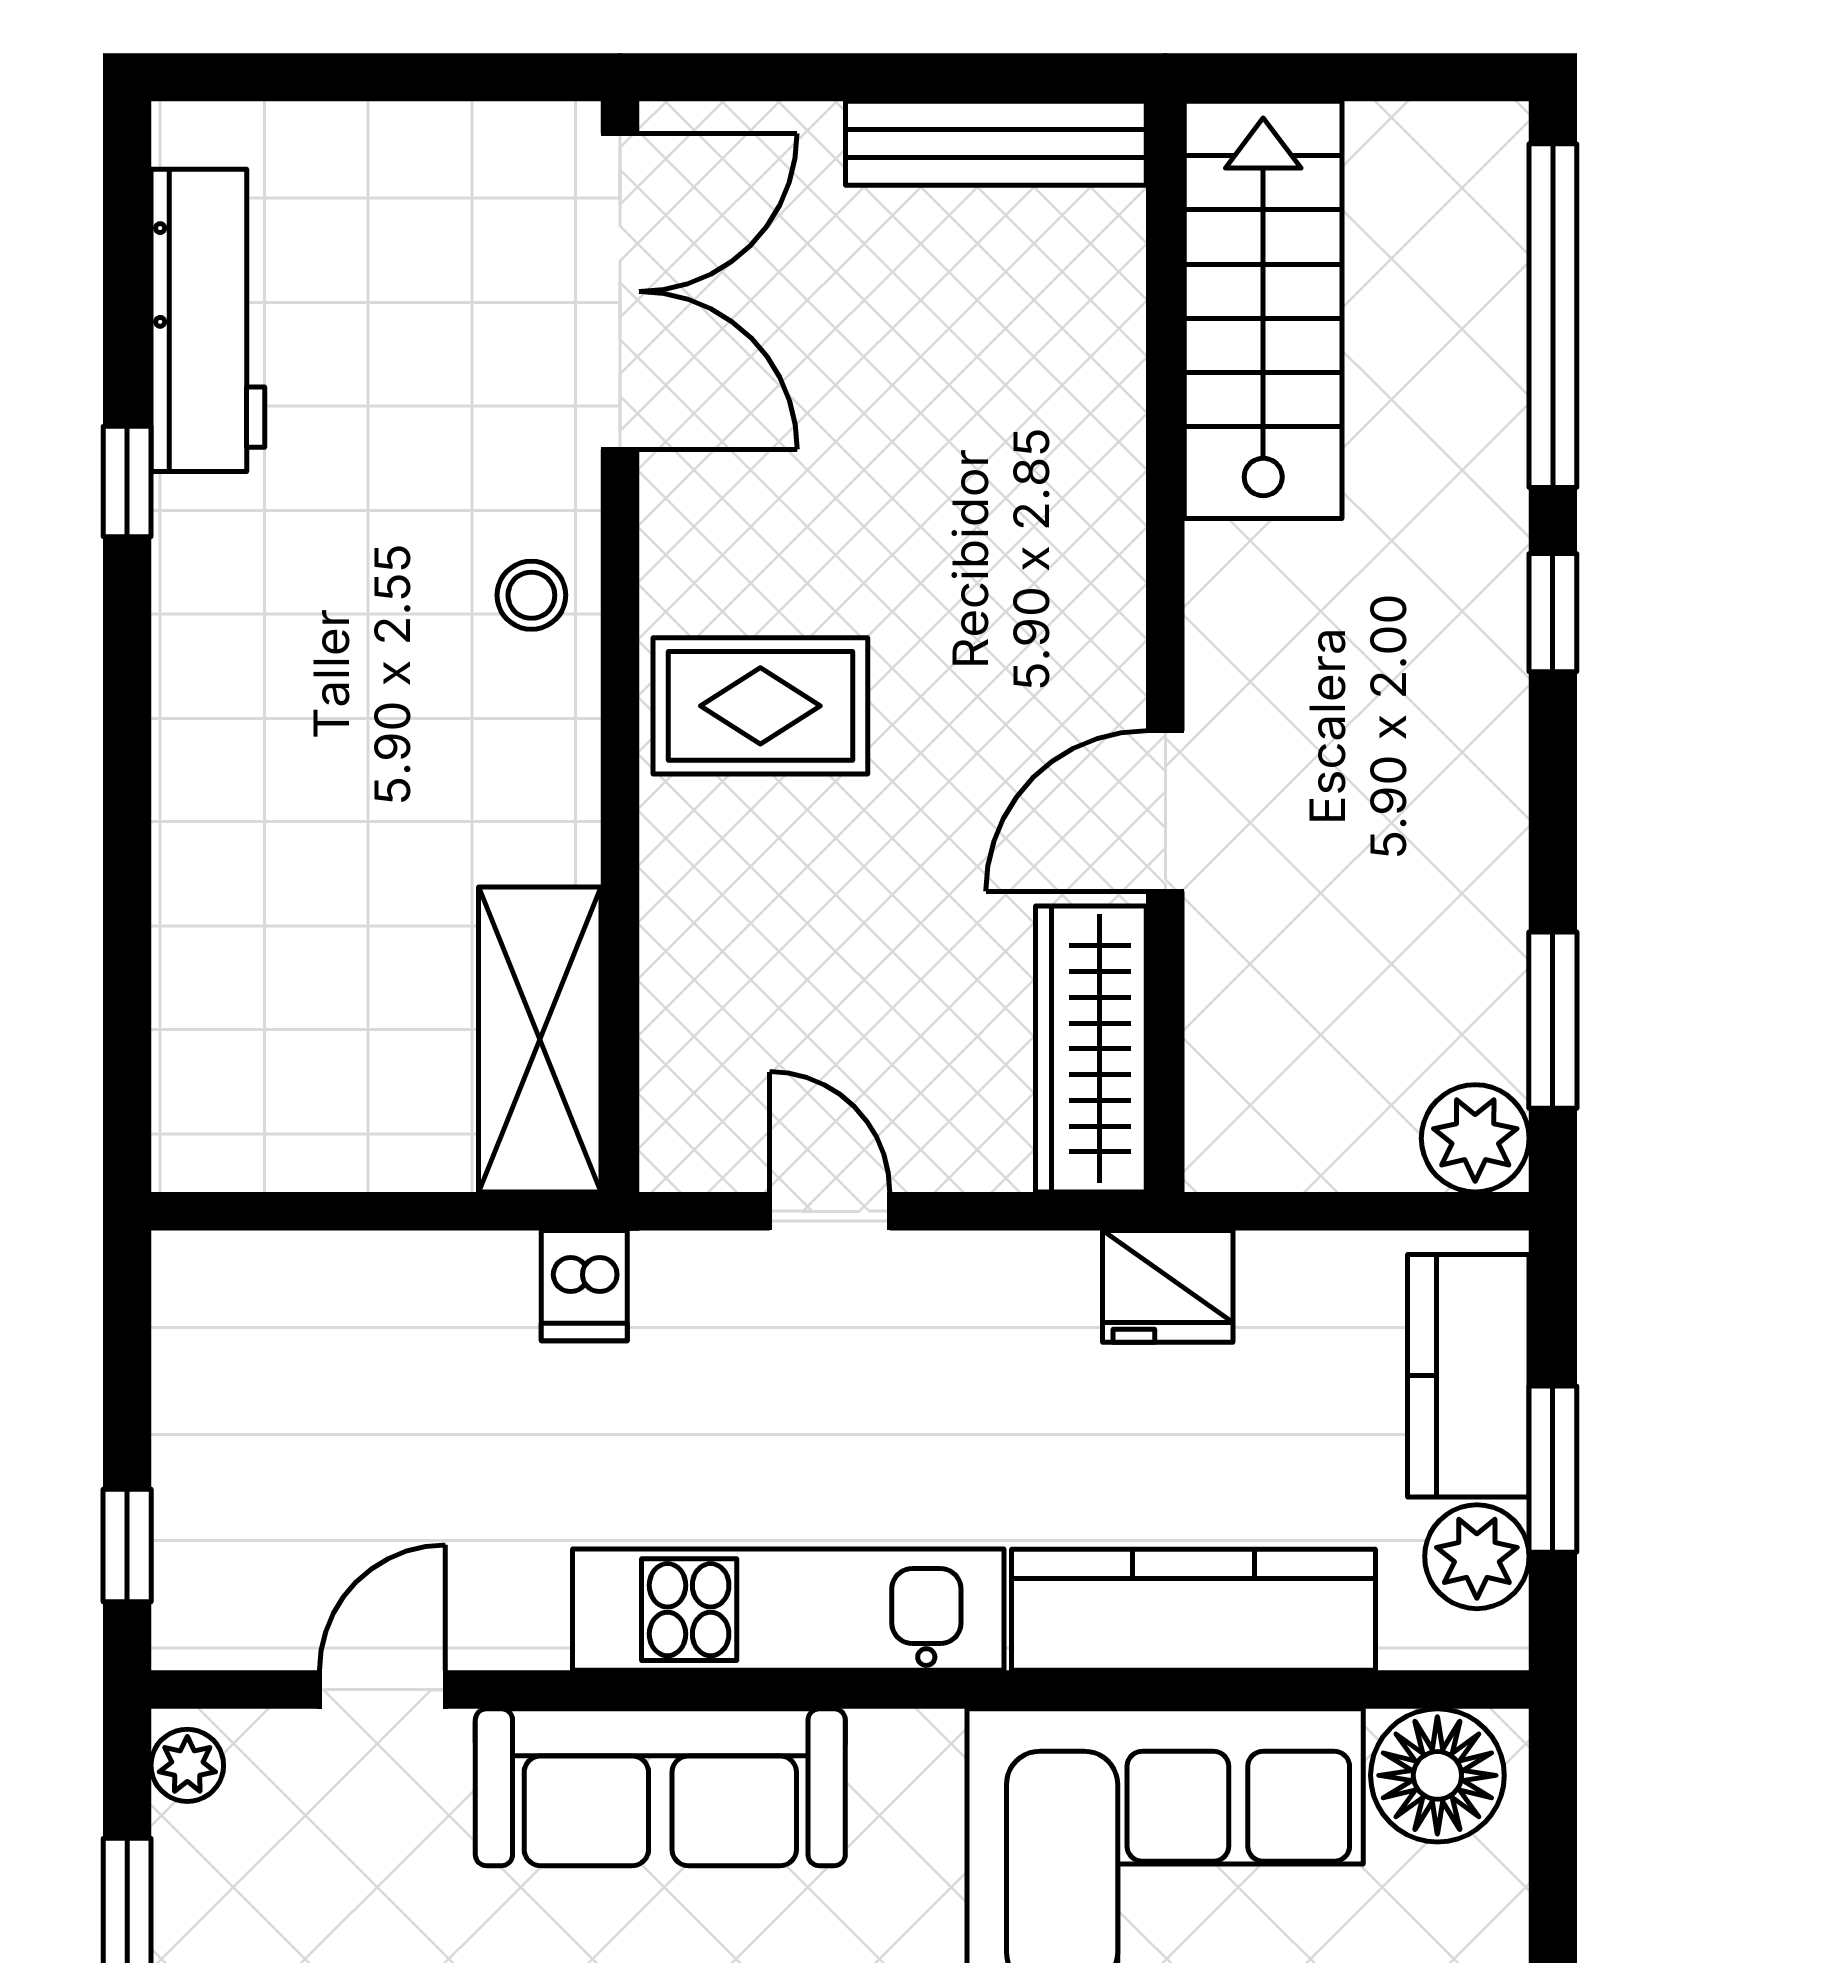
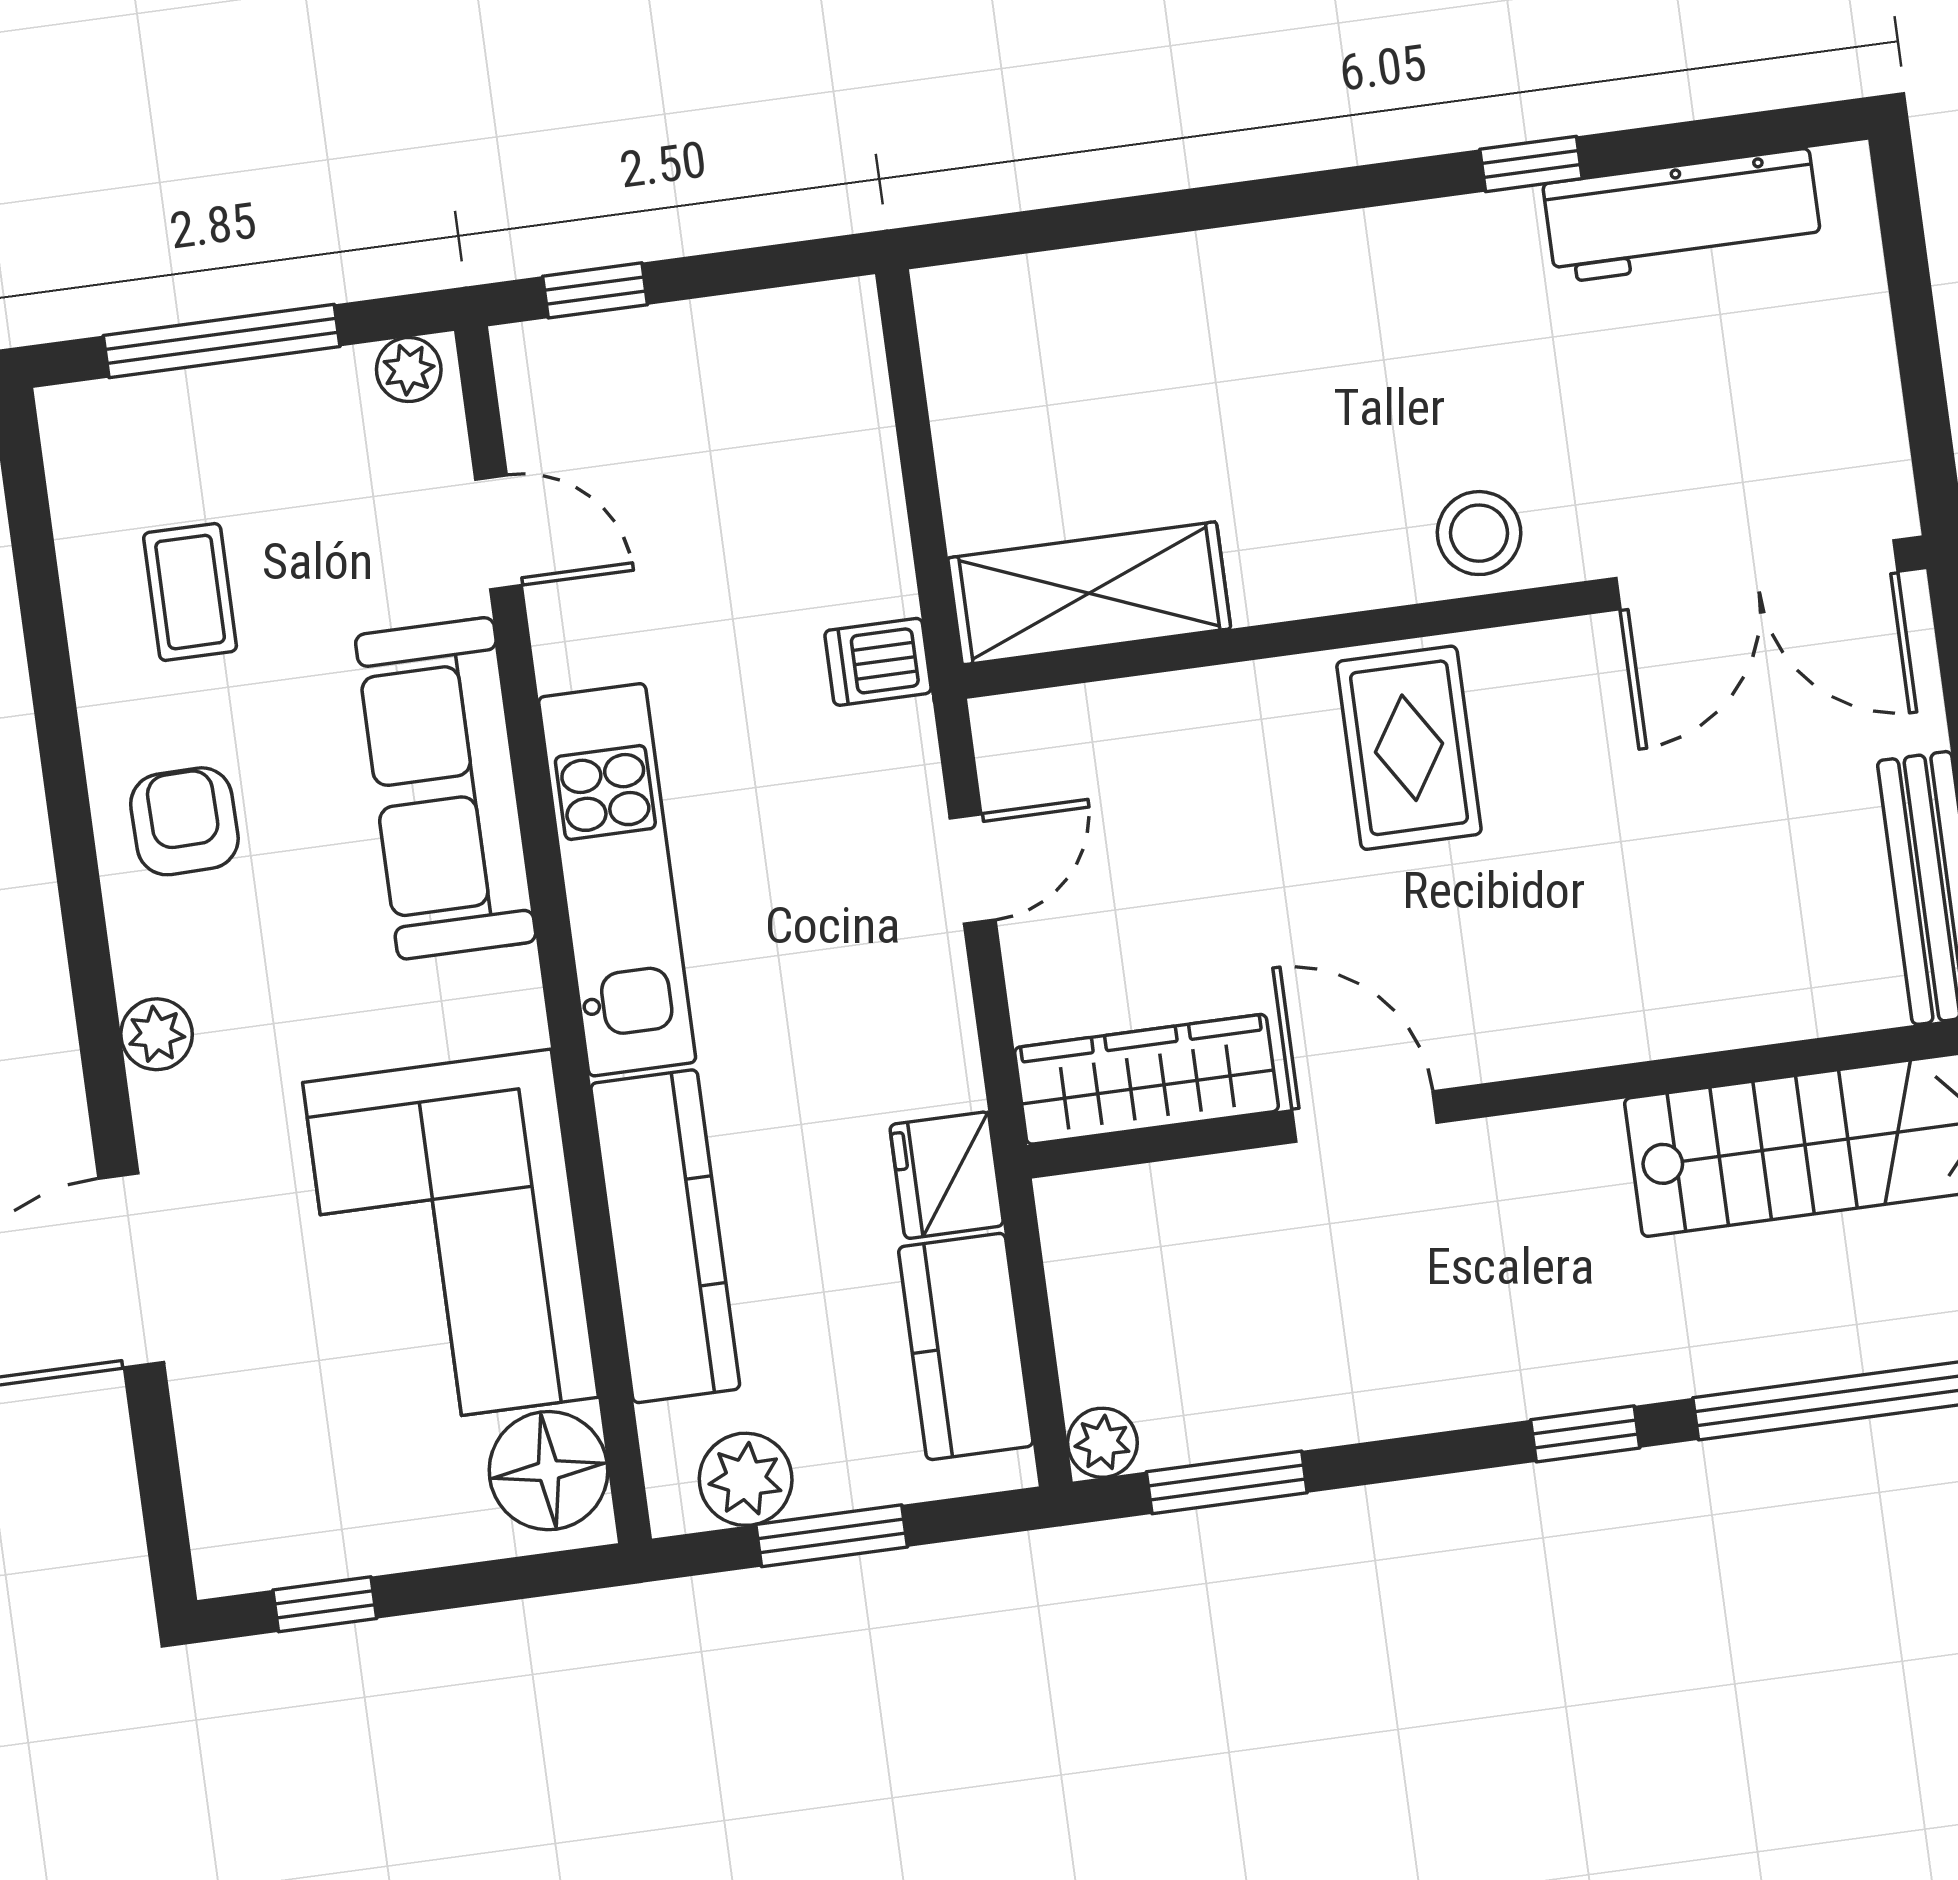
stool: (531, 595) -> (1479, 533), width x1.37, depth x1.37
plant: (1475, 1138) -> (1102, 1443), width x0.73, depth x0.73
kitchen counter: (1468, 1376) -> (966, 1346), moved, turned -90

